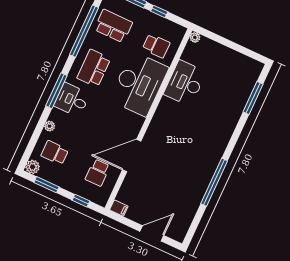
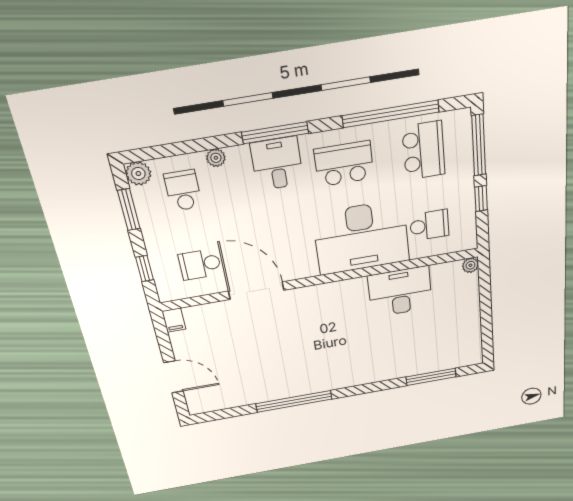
school desk: (156, 46) -> (429, 225), turned -90

